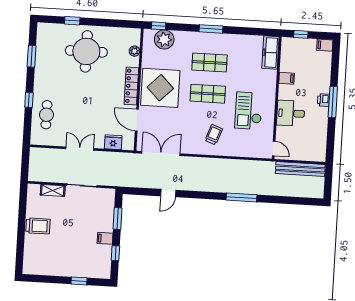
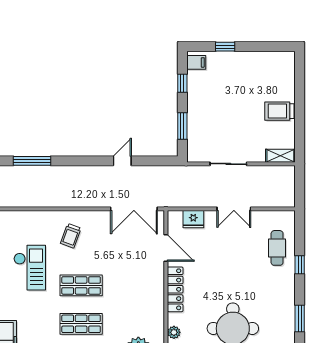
display table: (160, 88) -> (140, 289), removed
shelving: (53, 190) -> (280, 156), moved
filing cabinet: (105, 238) -> (196, 62), moved

